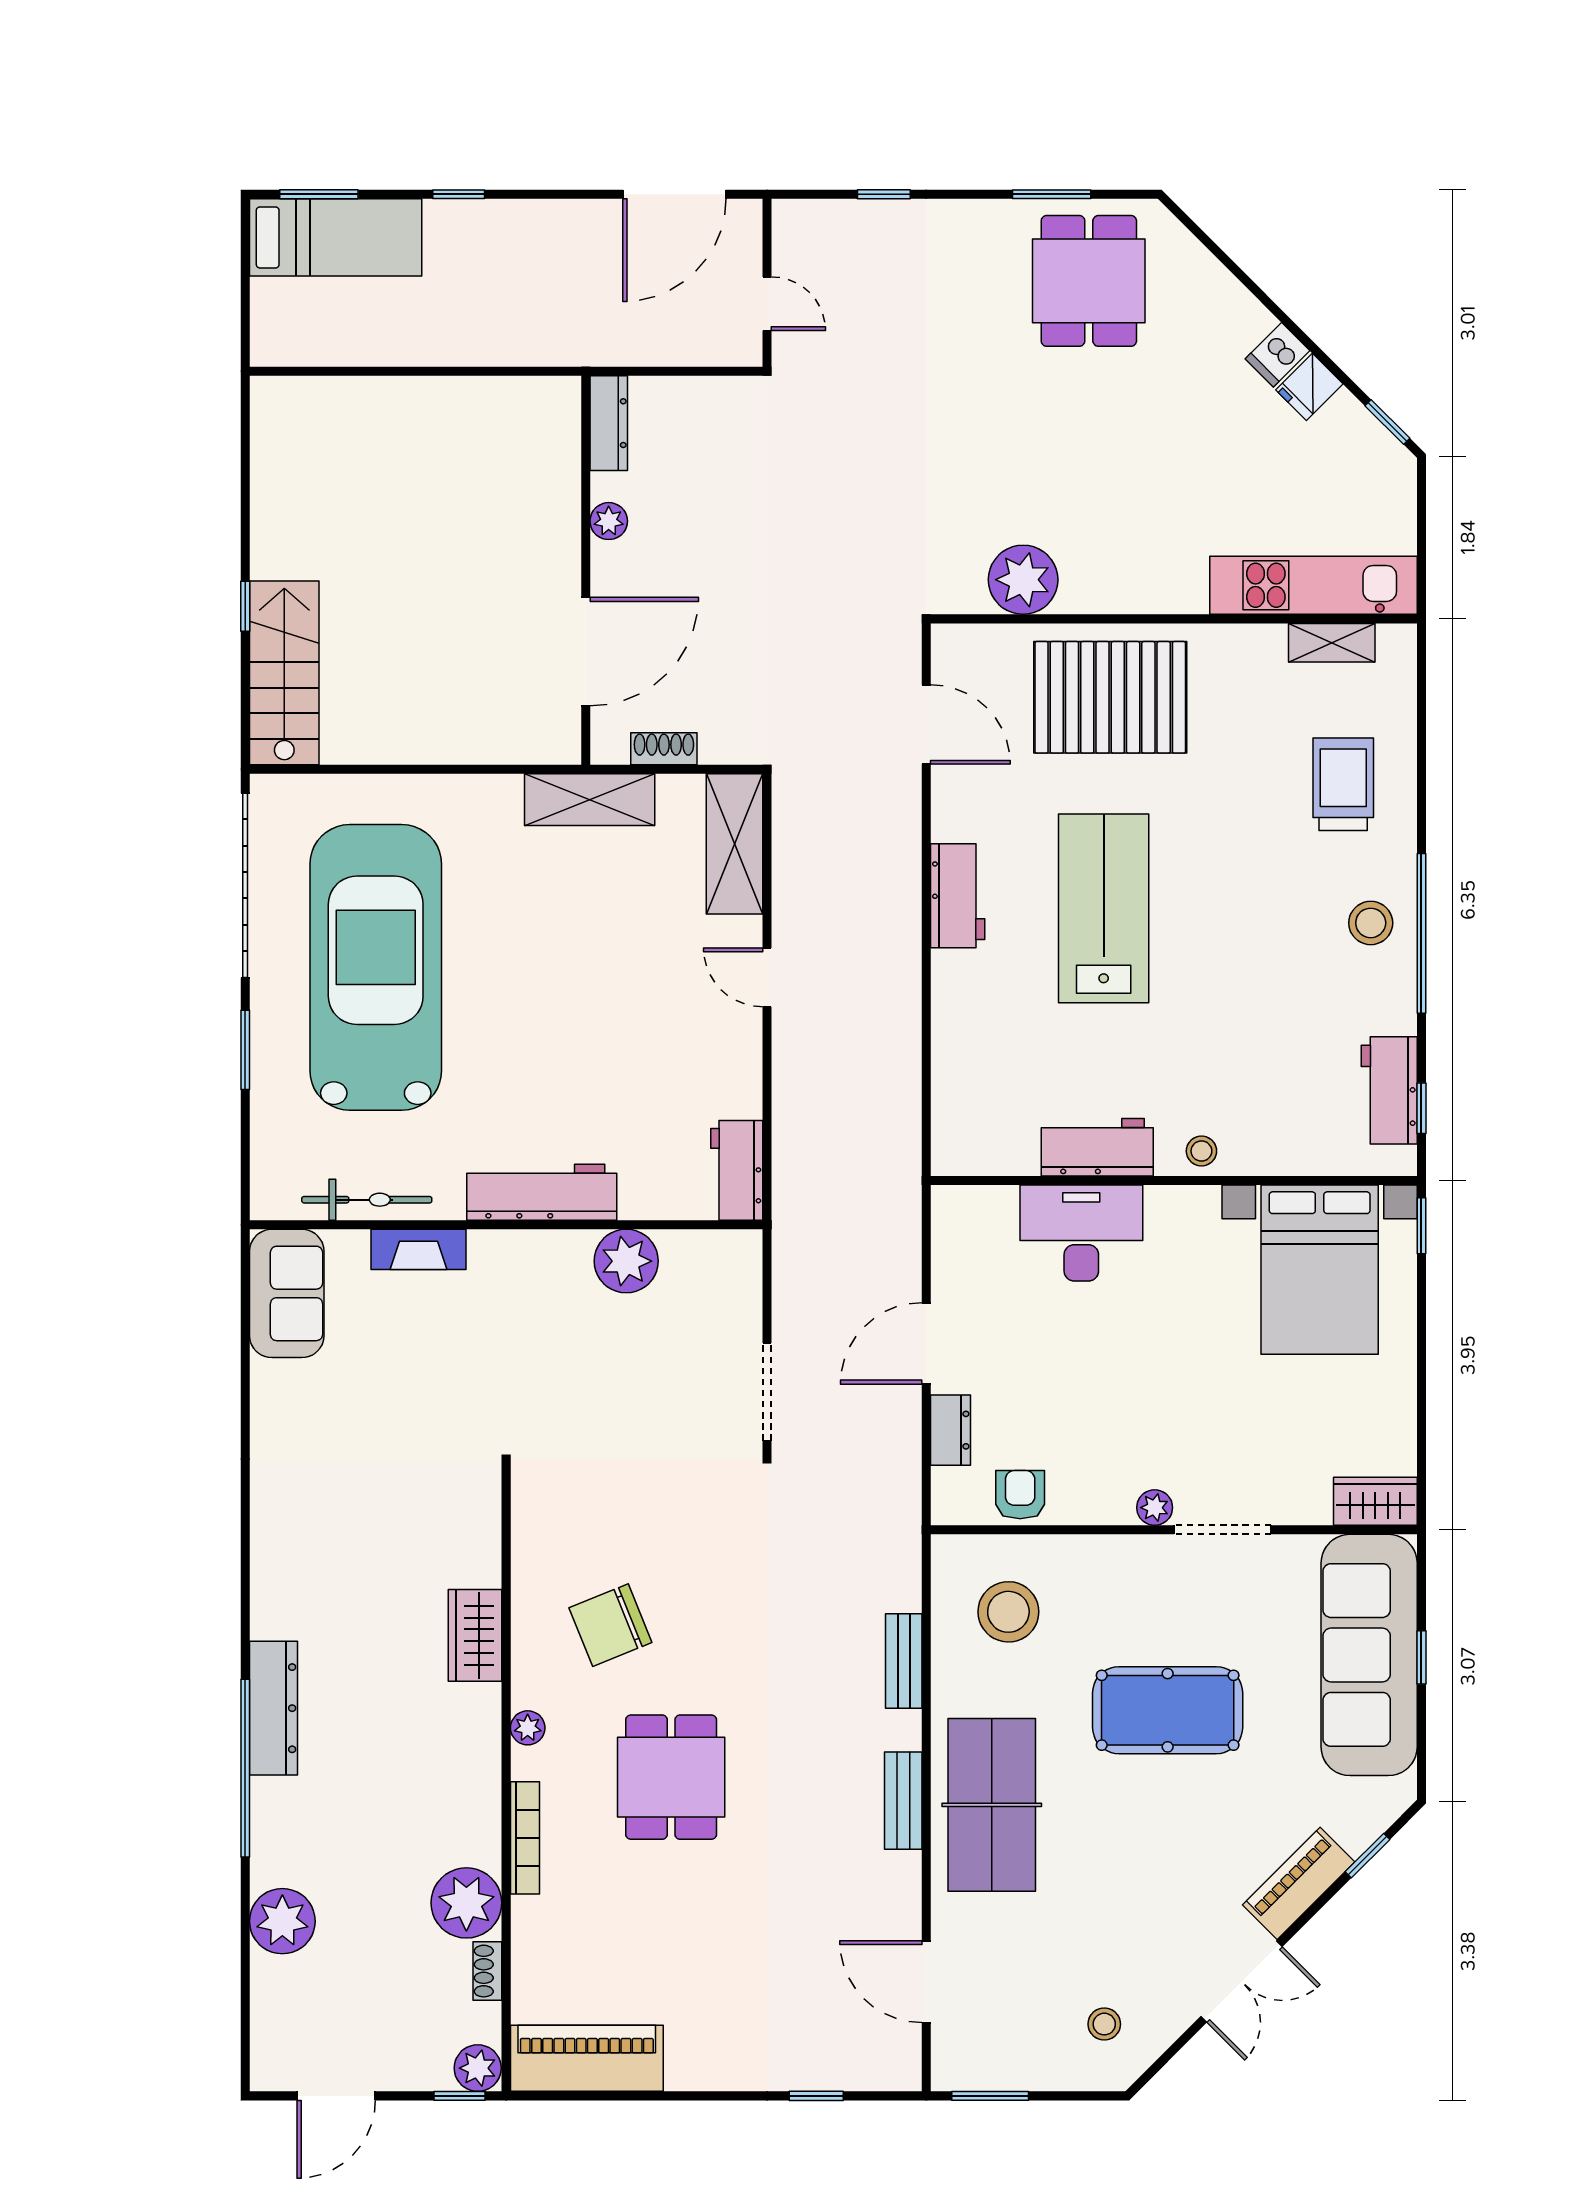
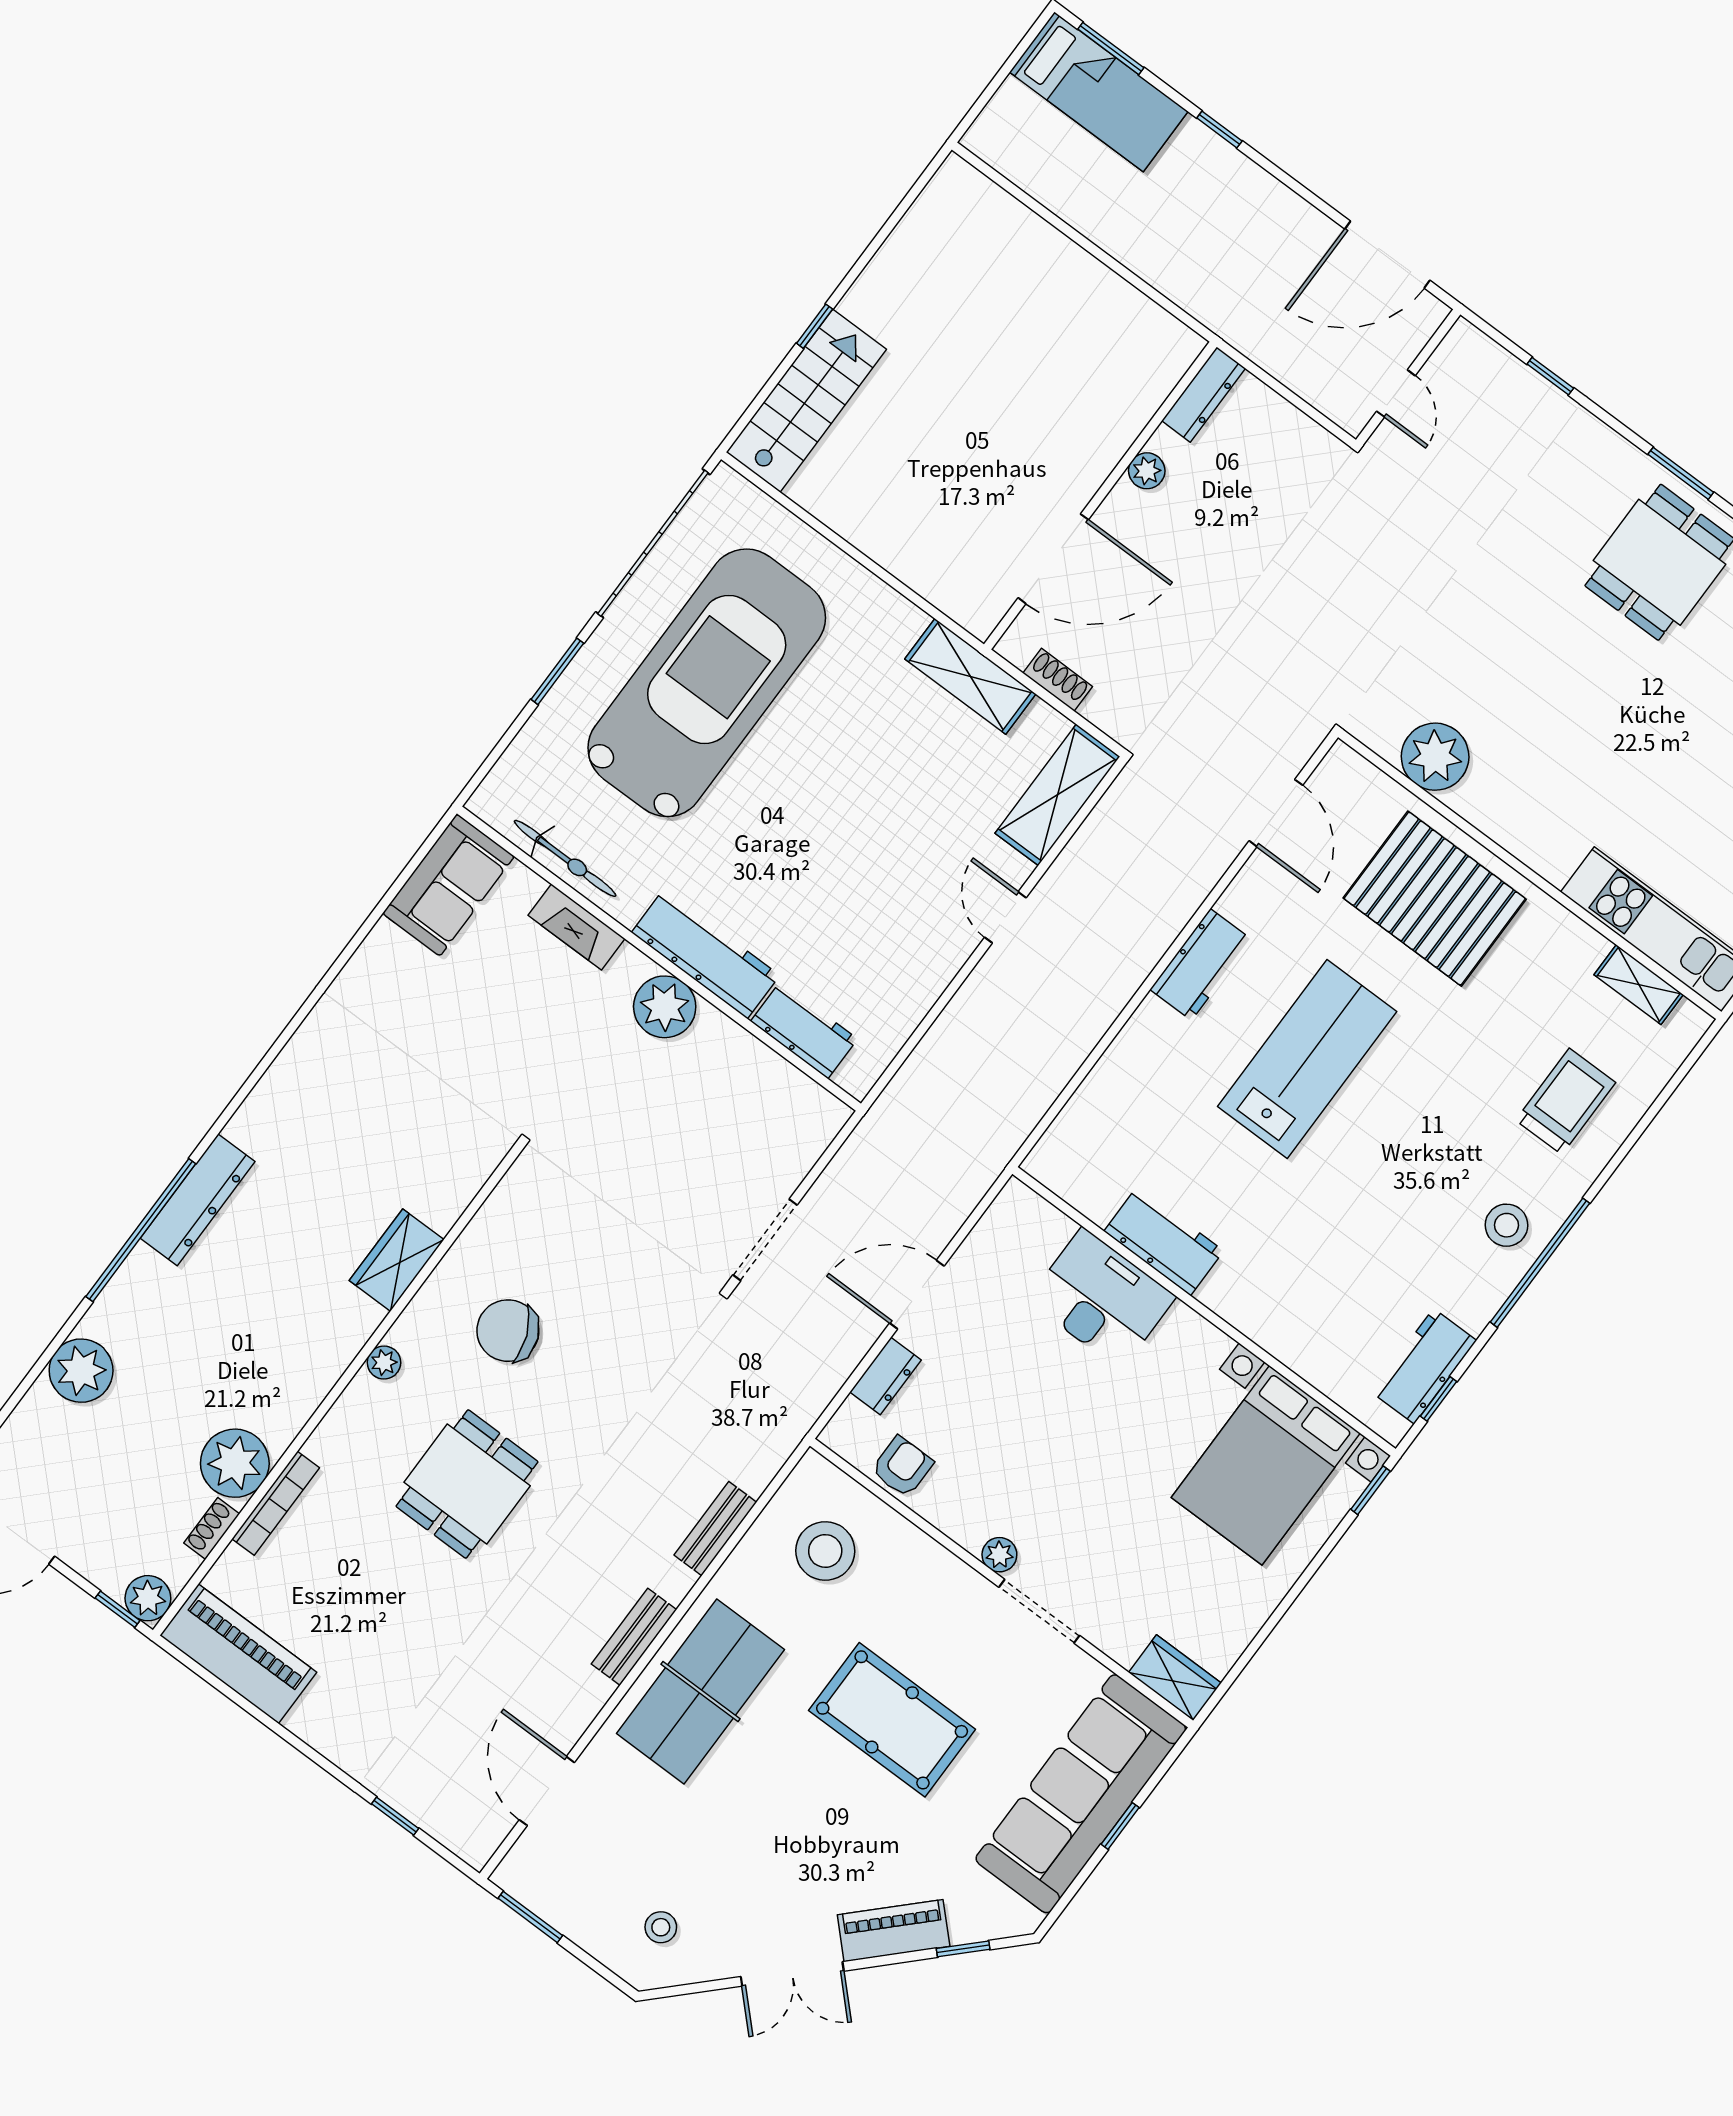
stool: (1201, 1151) -> (1243, 1304), removed
workbench: (737, 1170) -> (804, 1030), moved, turned 90
plant: (626, 1261) -> (665, 1007), moved
bookcase: (525, 1838) -> (276, 1503), moved

